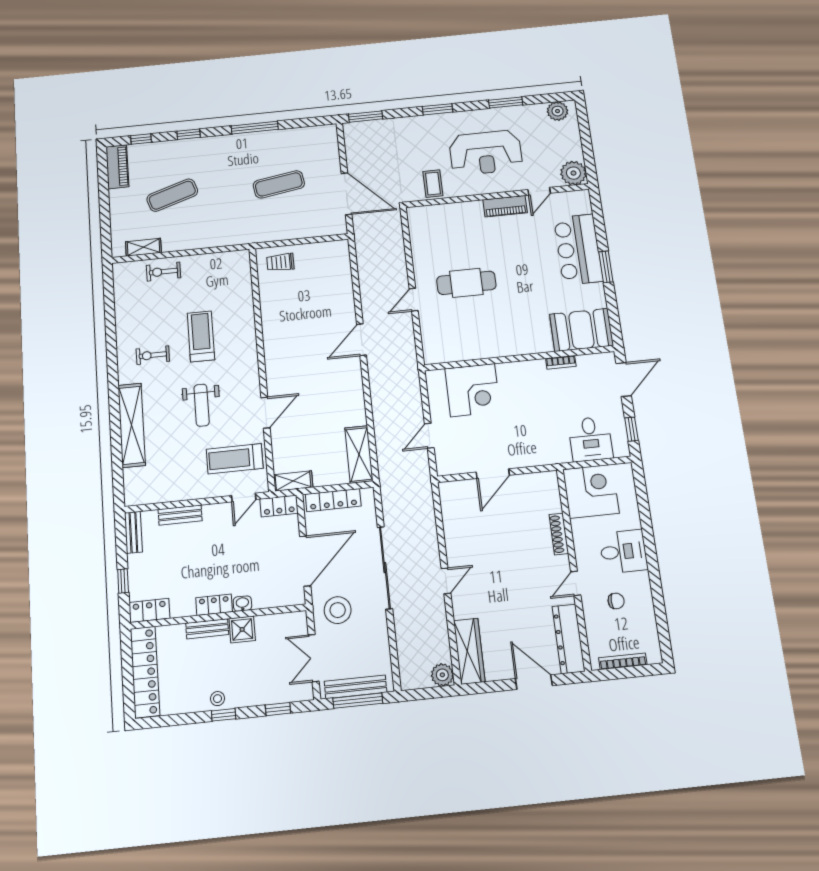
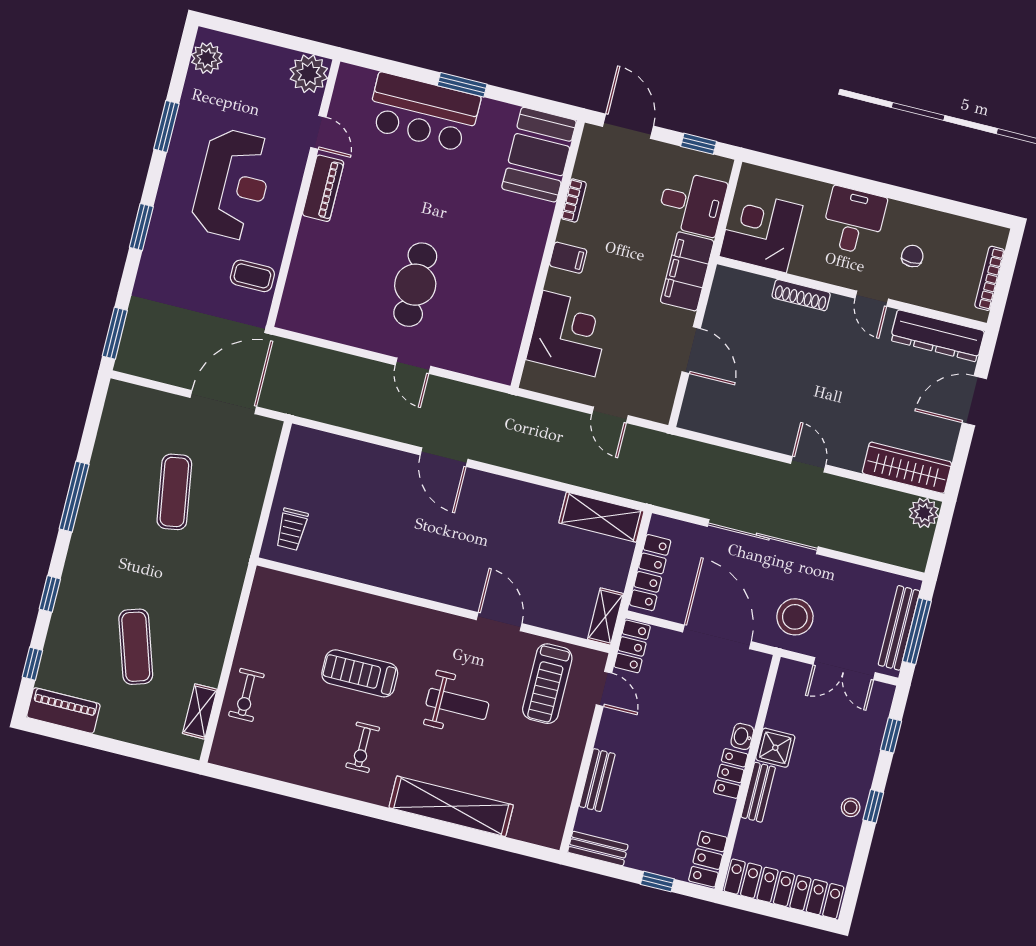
filing cabinet: (522, 372) -> (568, 258), added
filing cabinet: (544, 452) -> (687, 271), added

